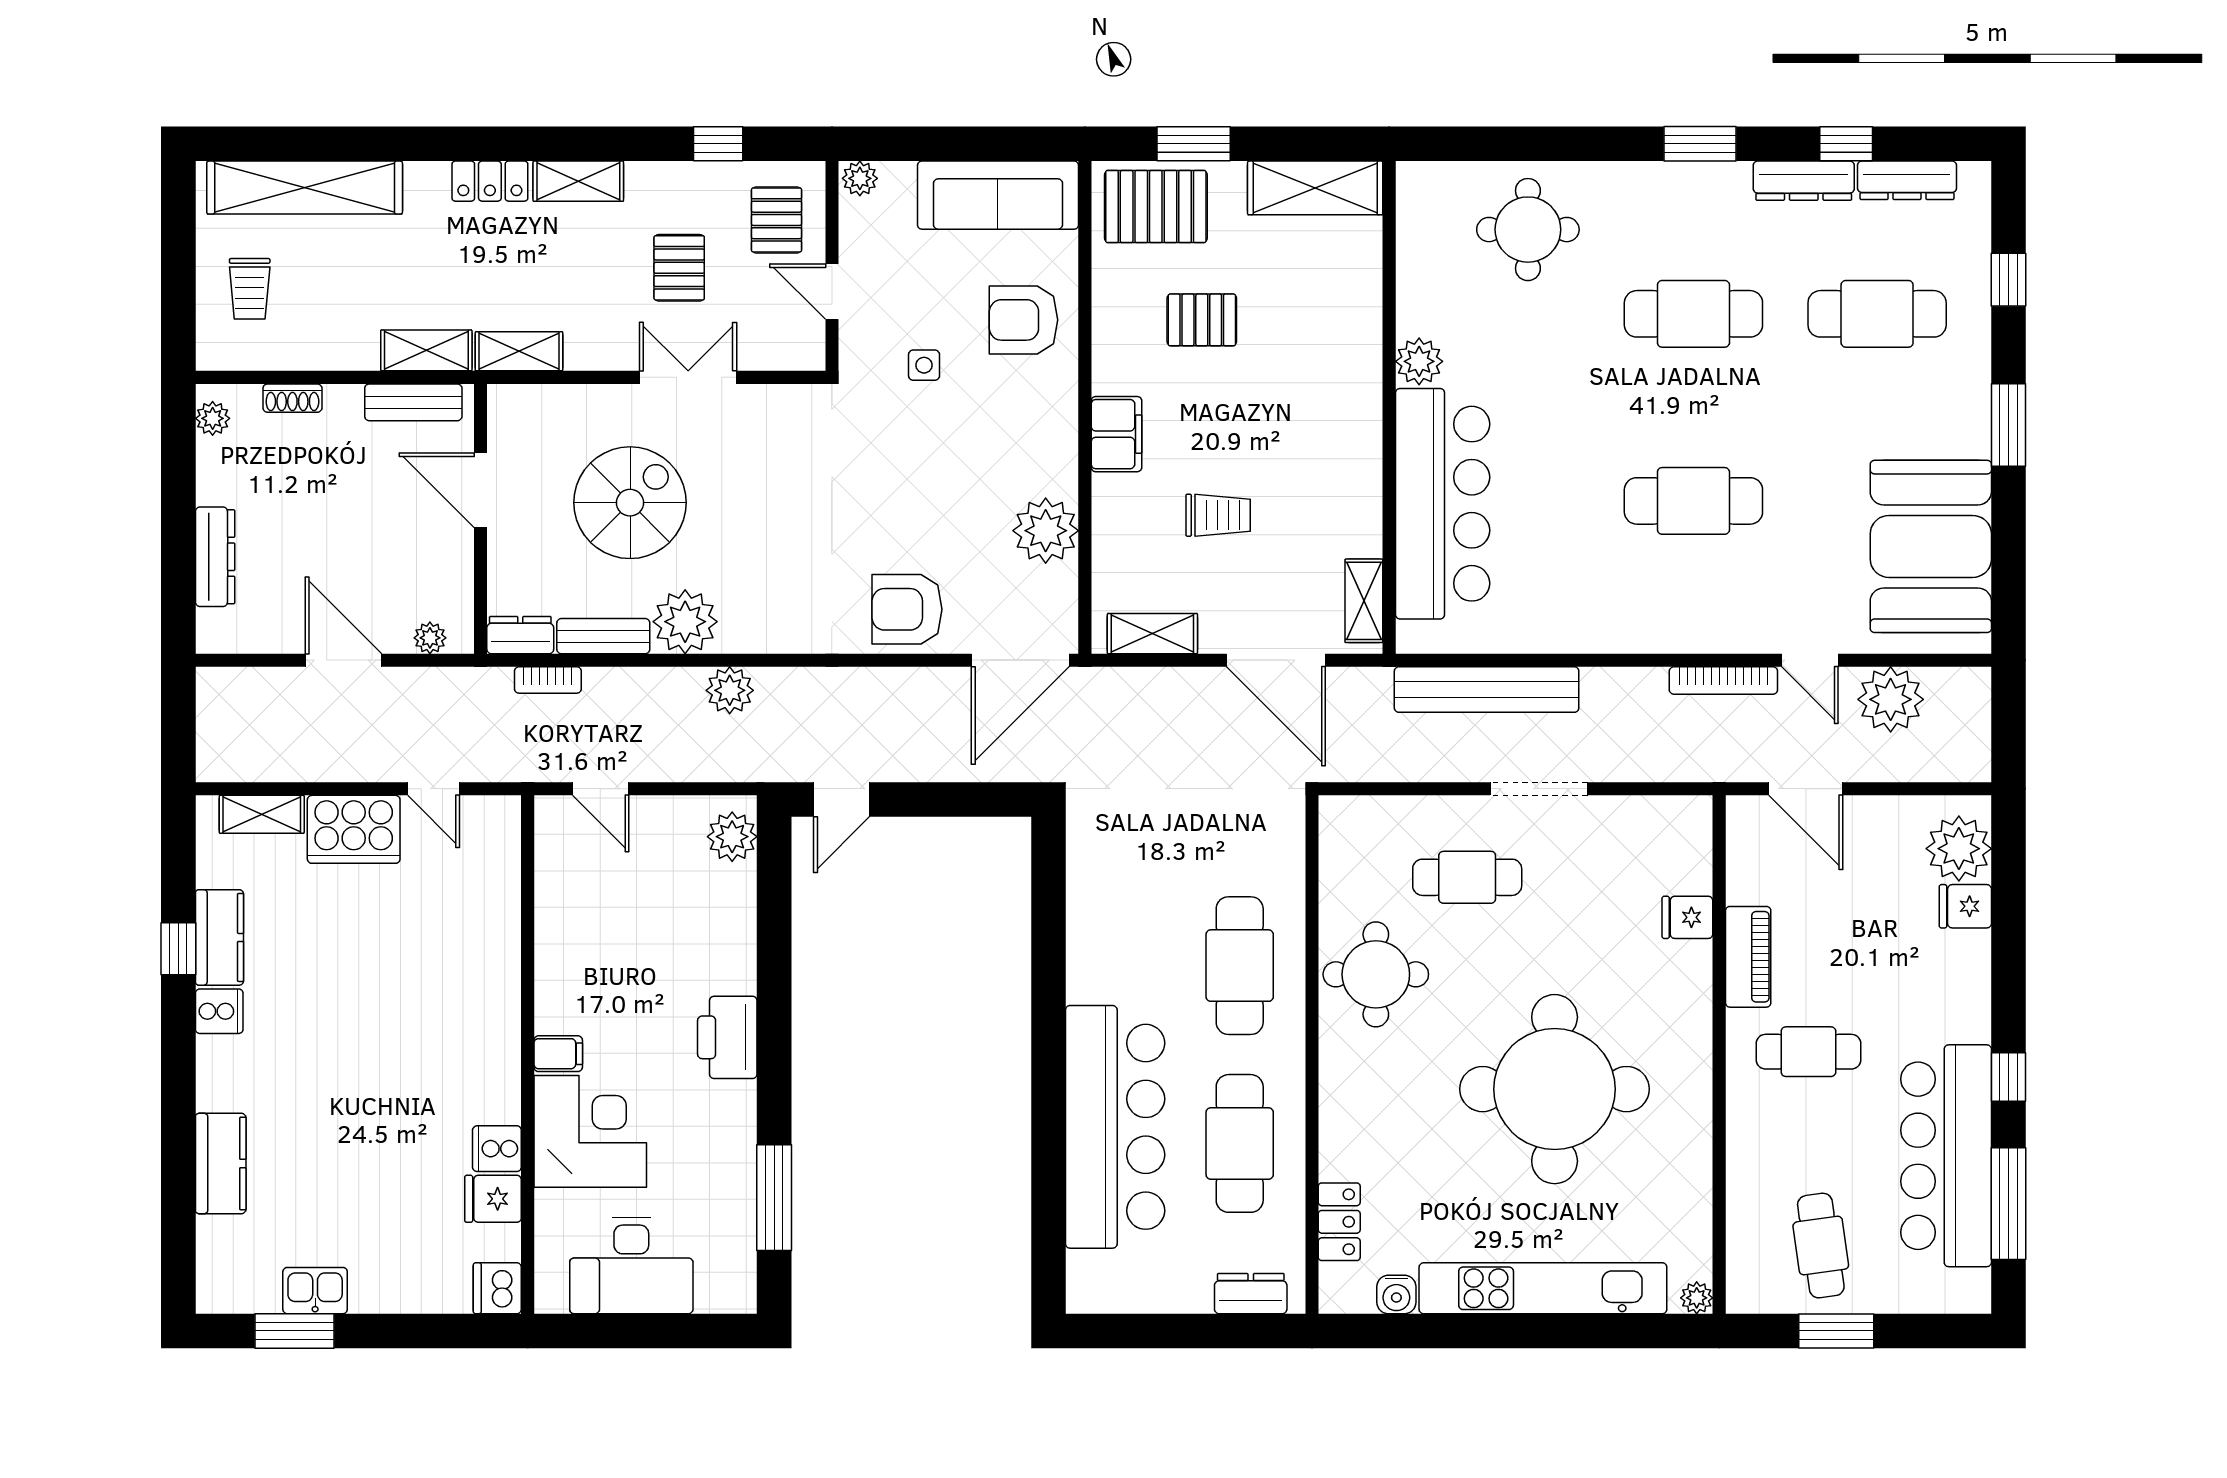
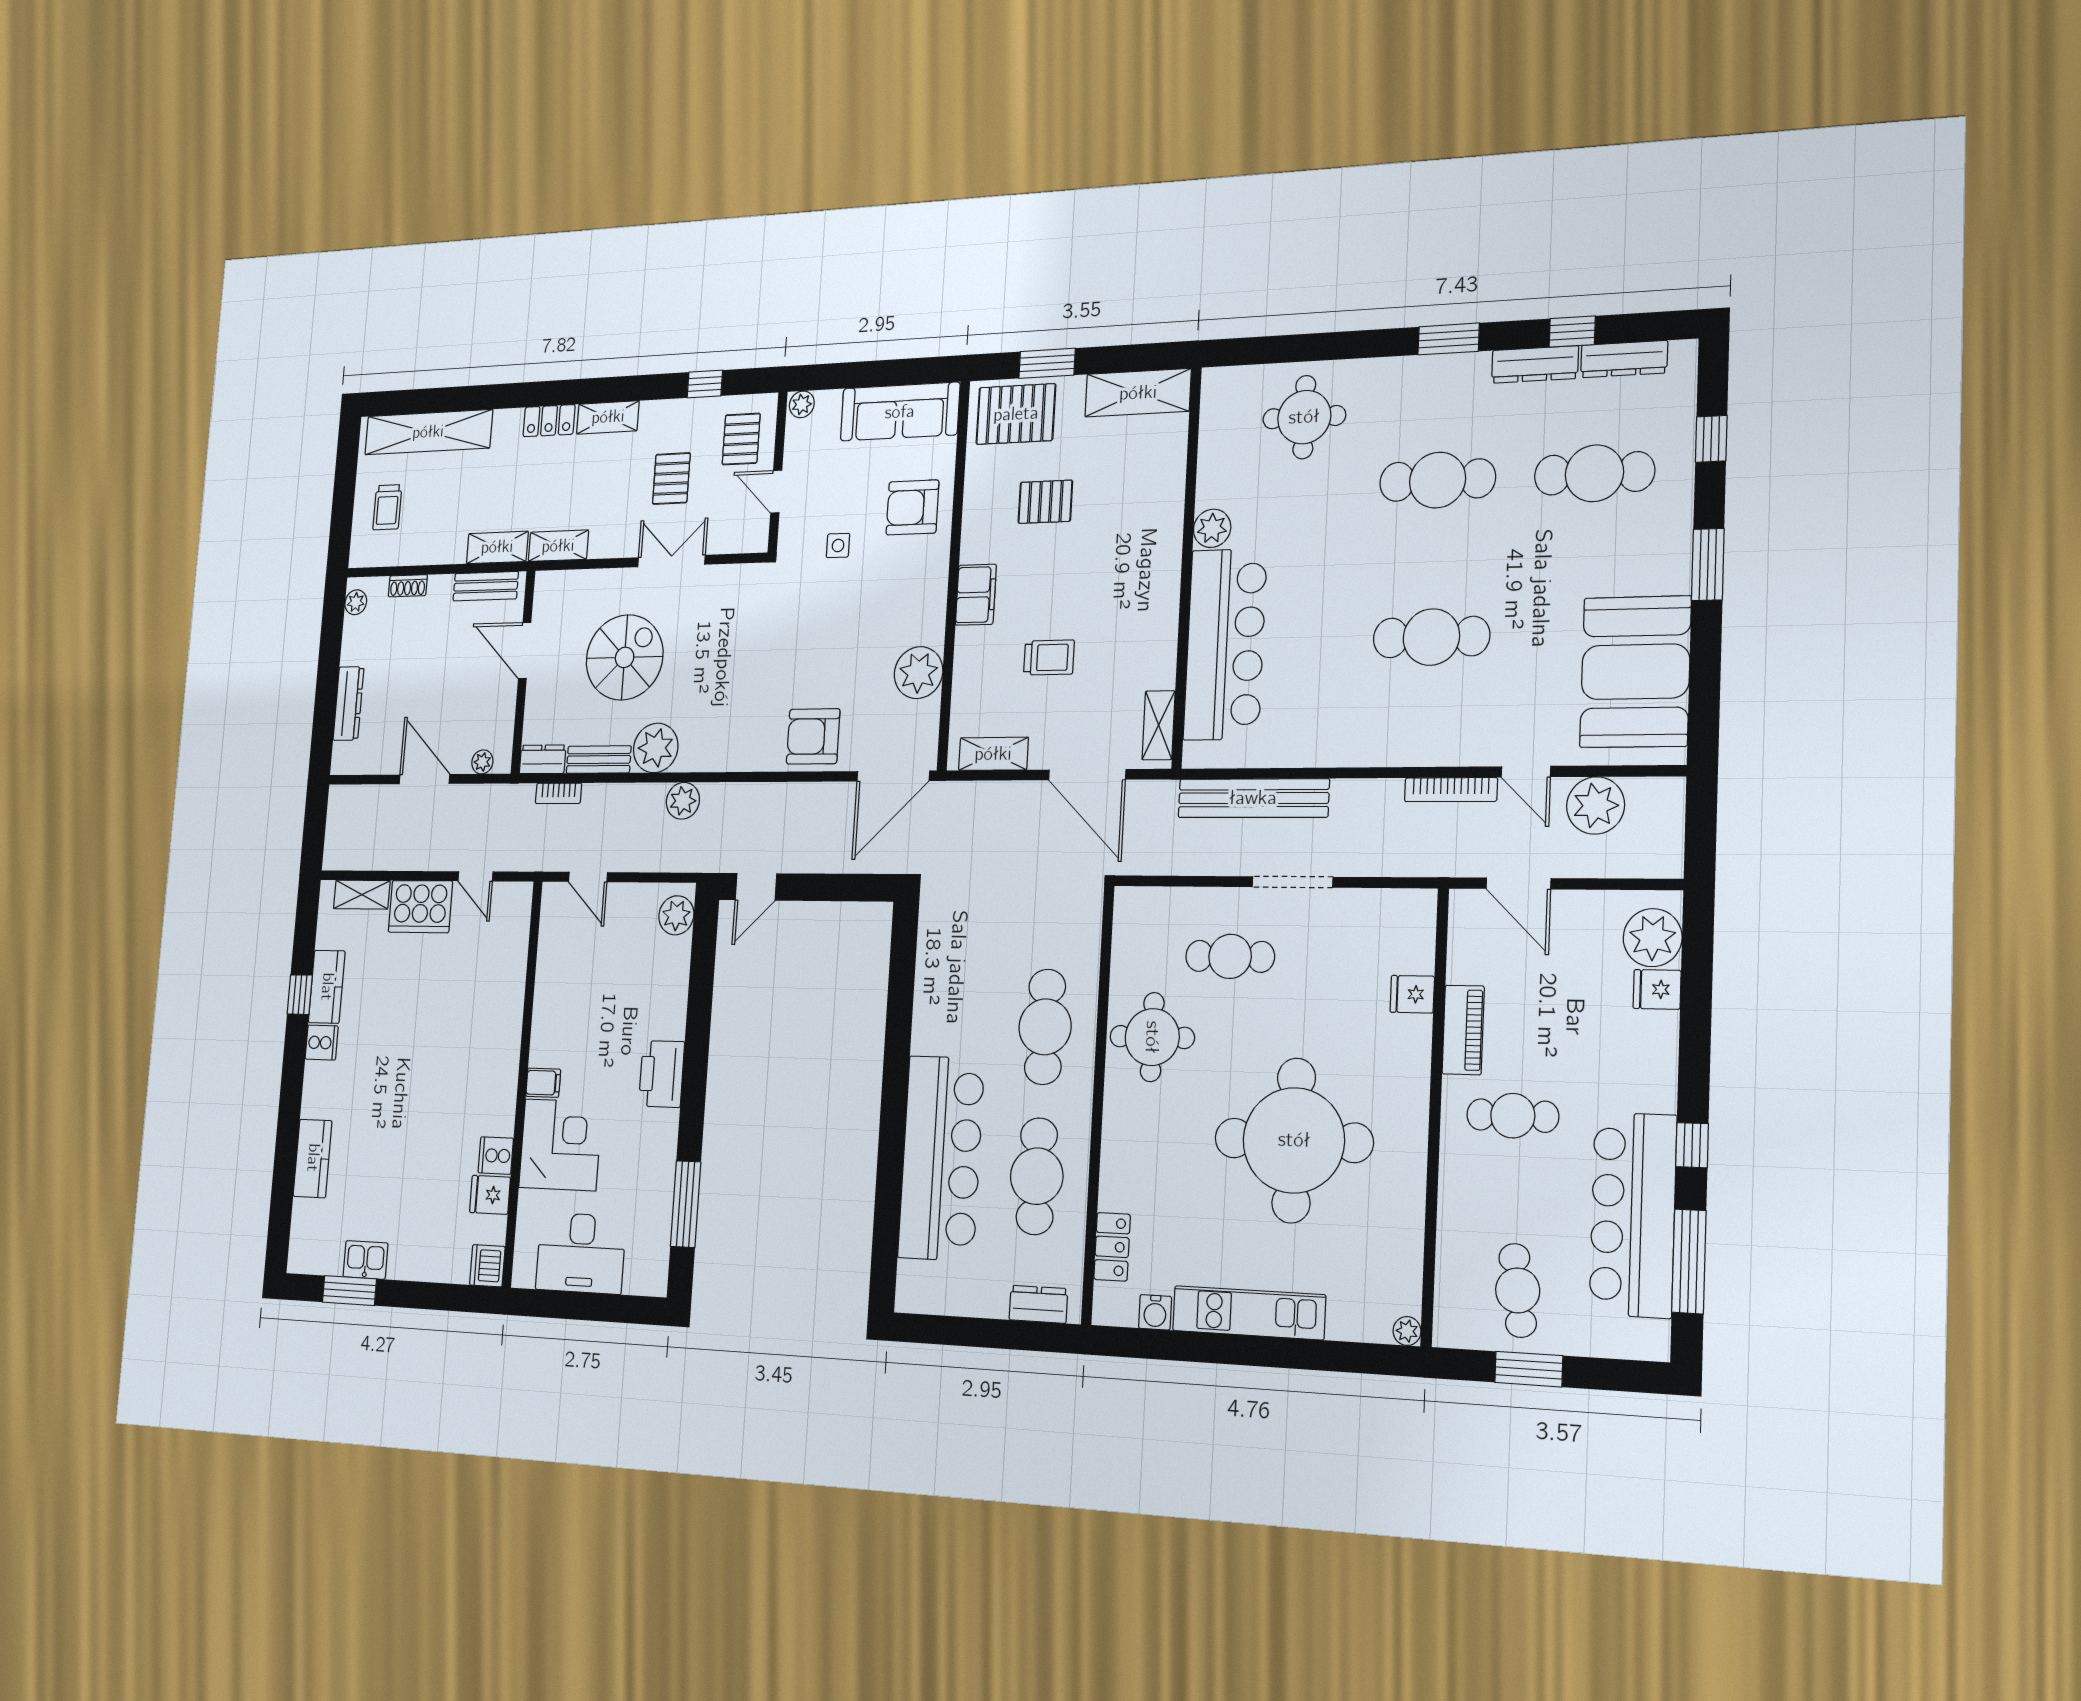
kitchen unit: (1543, 1288) -> (1249, 1313), width x0.73

